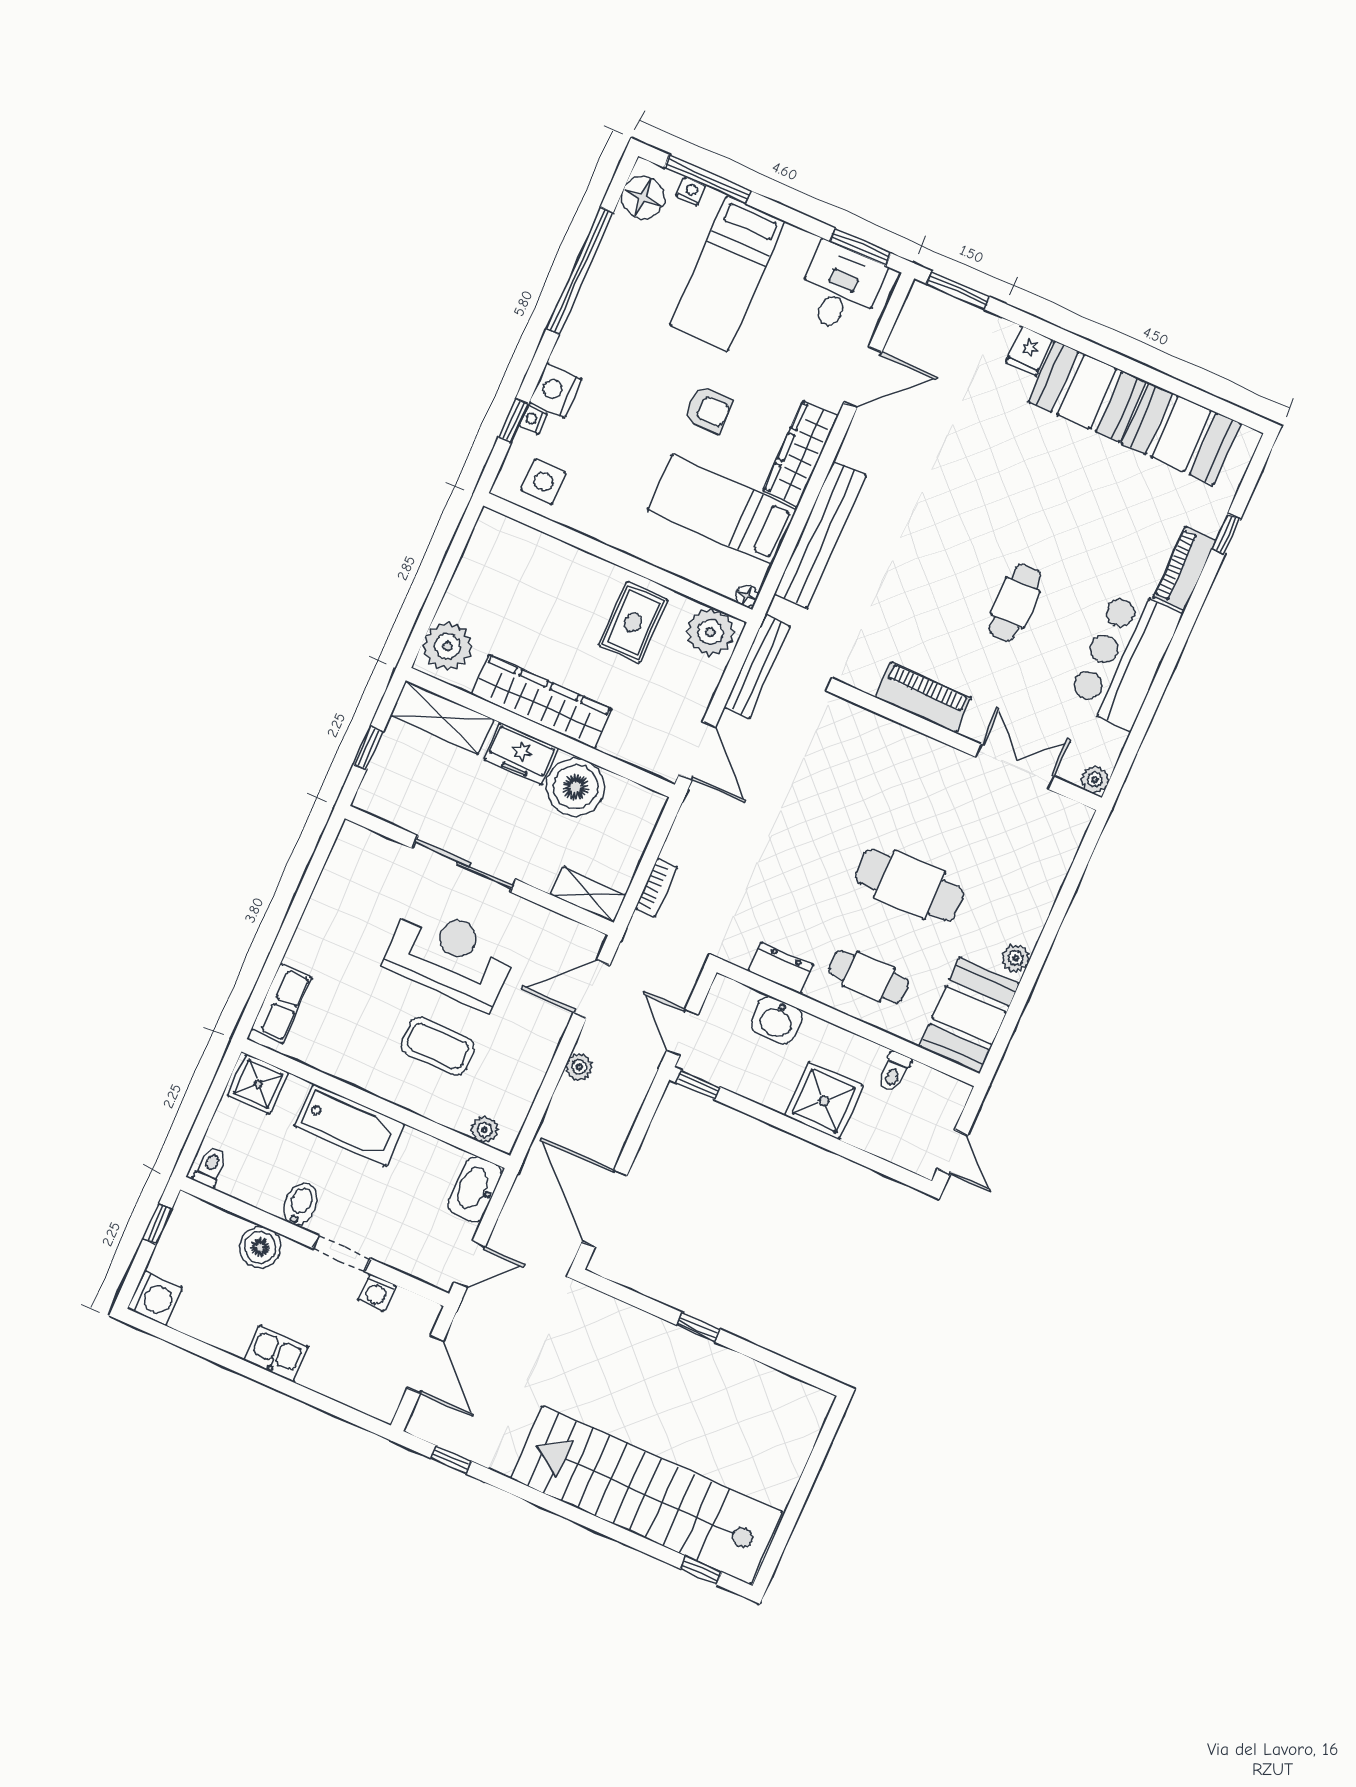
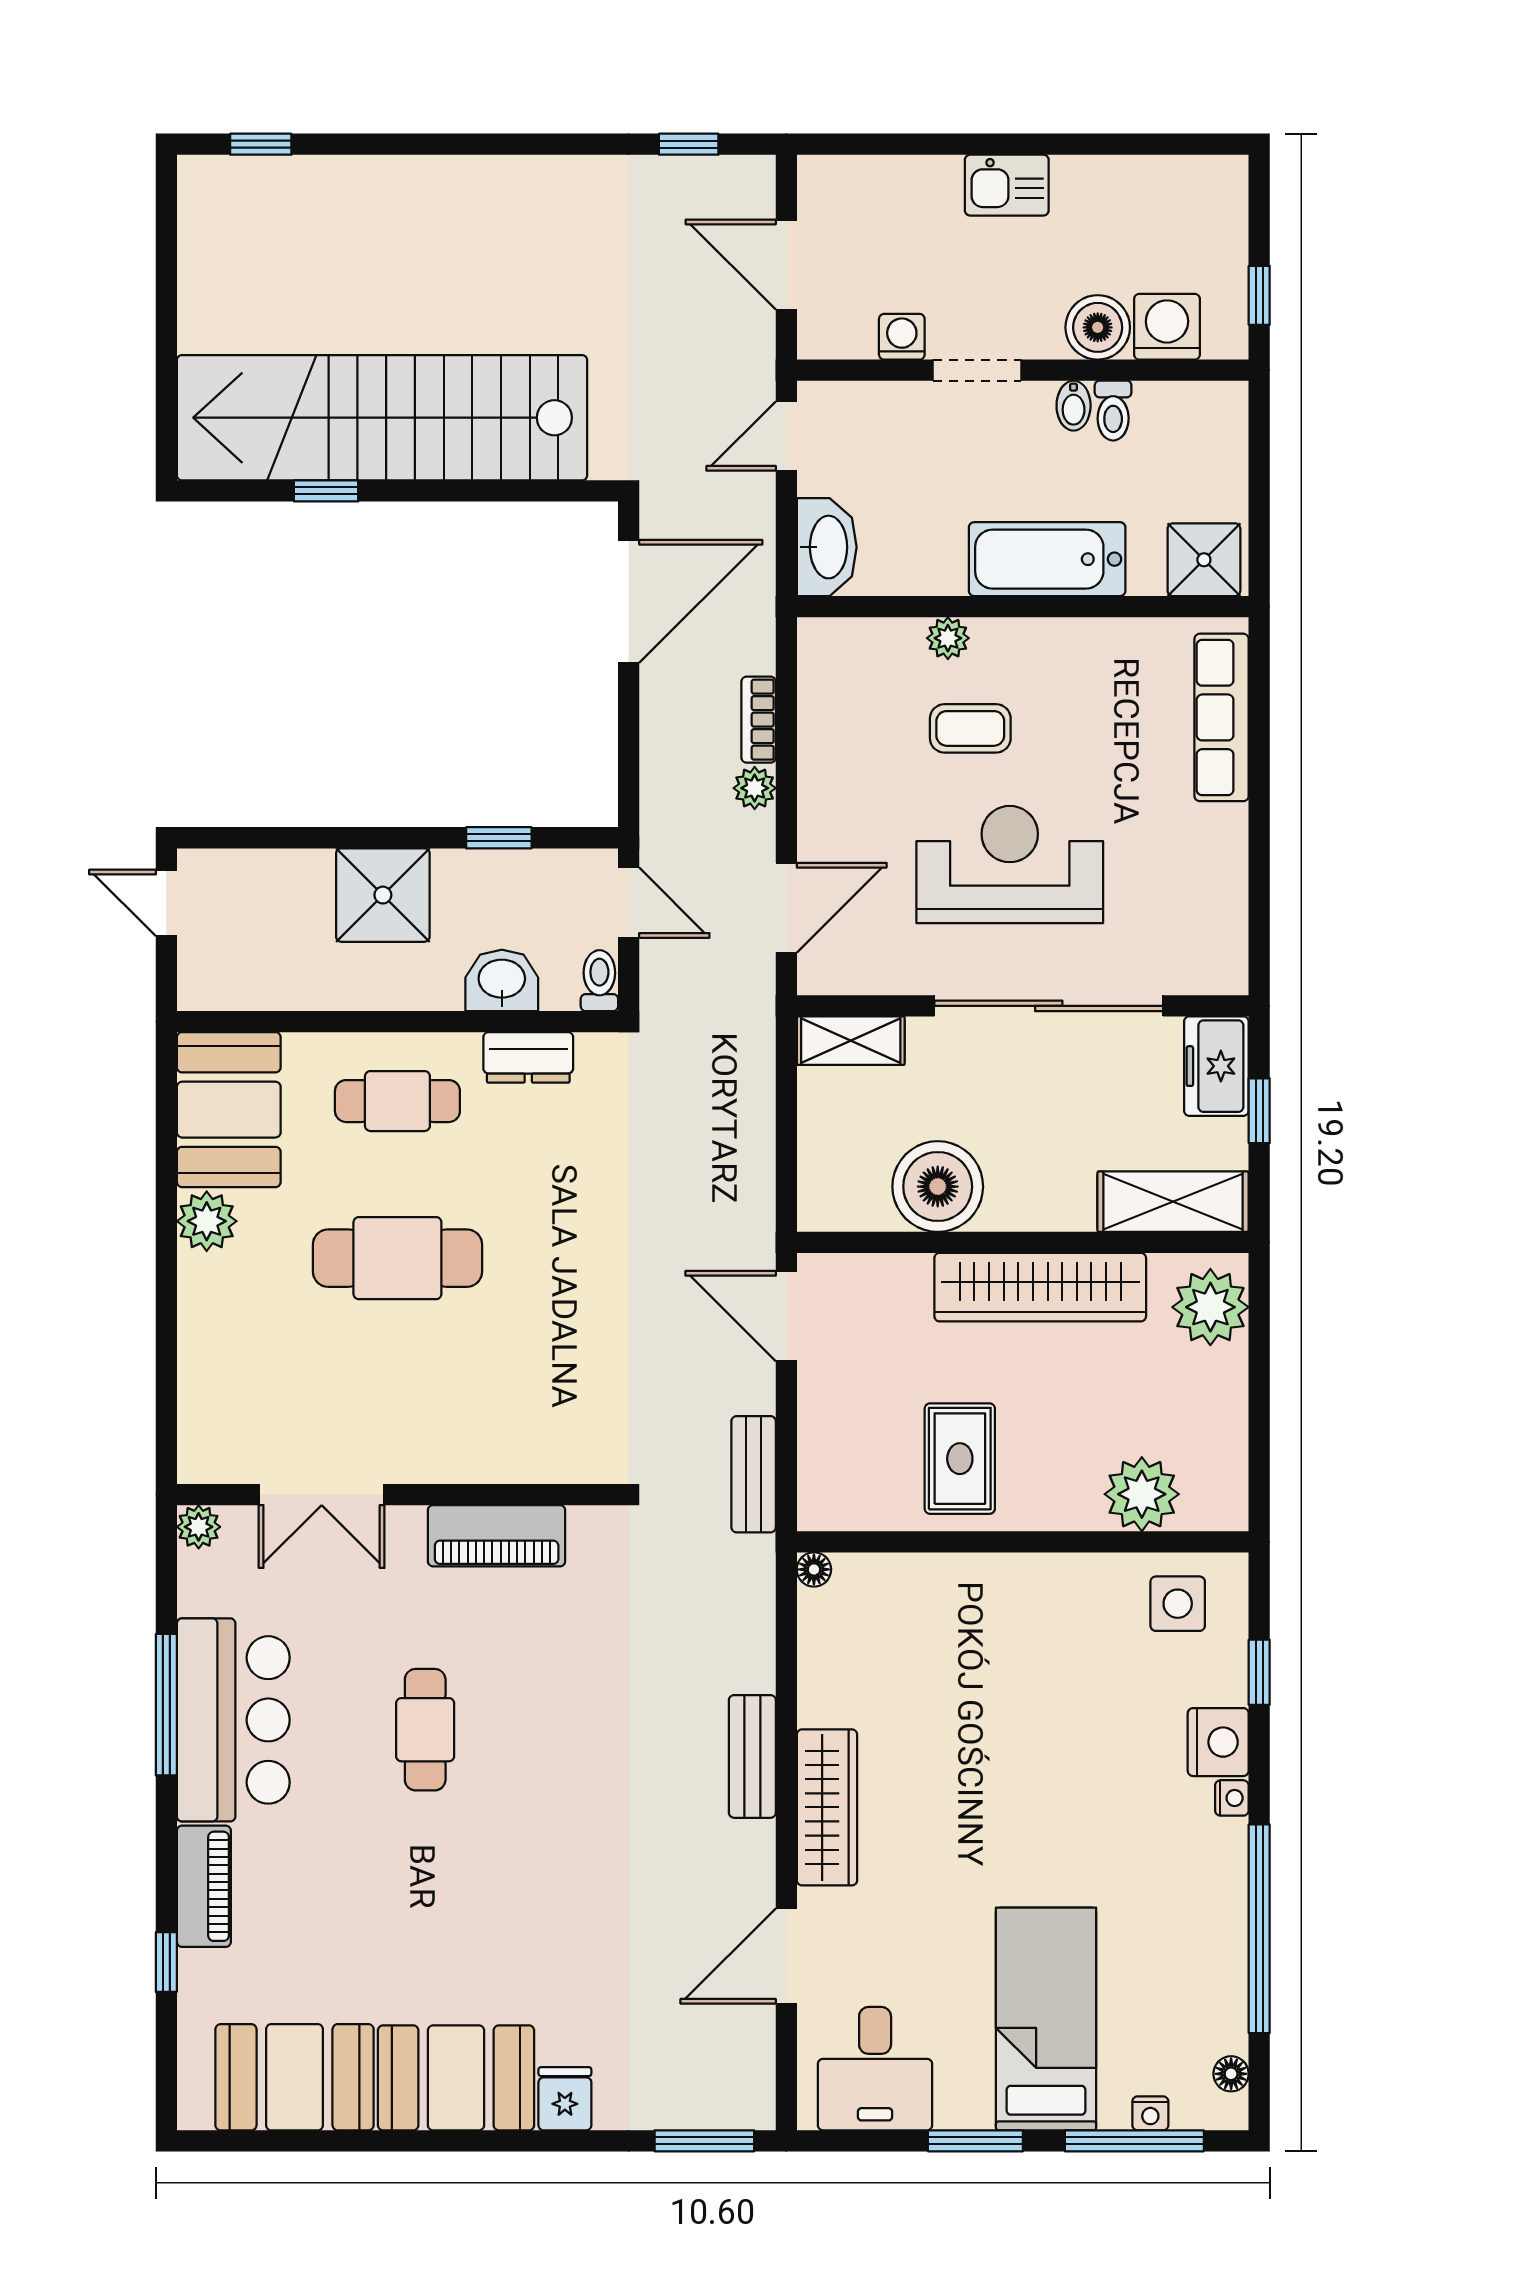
floor lamp: (643, 197) -> (1231, 2074), width x0.53, depth x0.53
window: (861, 247) -> (975, 2141), moved
armchair: (708, 410) -> (987, 1811), removed
nightstand: (533, 419) -> (1232, 1798), moved
bed: (722, 510) -> (904, 1677), removed
bench: (820, 535) -> (752, 1756), width x0.54, depth x0.82
plant: (710, 632) -> (1142, 1494), moved
bench: (757, 667) -> (754, 1474), width x0.73
window: (1160, 684) -> (166, 1705), added
freezer: (521, 754) -> (1216, 1066), moved, turned -90
sliding door: (464, 864) -> (1049, 1006), width x1.36
bookcase: (656, 888) -> (759, 720), moved
reception desk: (450, 956) -> (1010, 865), turned 180
plant: (1016, 958) -> (207, 1221), width x1.38, depth x1.38
row of seats: (281, 1003) -> (1222, 717), width x1.48
coffee table: (438, 1046) -> (970, 728), width x0.73, depth x0.77
toilet: (894, 1072) -> (599, 981), moved
window: (698, 1085) -> (499, 838), moved
plant: (485, 1130) -> (948, 638), moved
toilet: (210, 1167) -> (1113, 411), moved
bidet: (300, 1204) -> (1074, 406), width x0.72, depth x0.74
door: (604, 1209) -> (629, 601), hinge flipped
washing machine: (155, 1298) -> (1167, 327), moved, turned 90
window: (699, 1327) -> (326, 491), moved
stairs: (646, 1495) -> (382, 418), moved, turned 180

